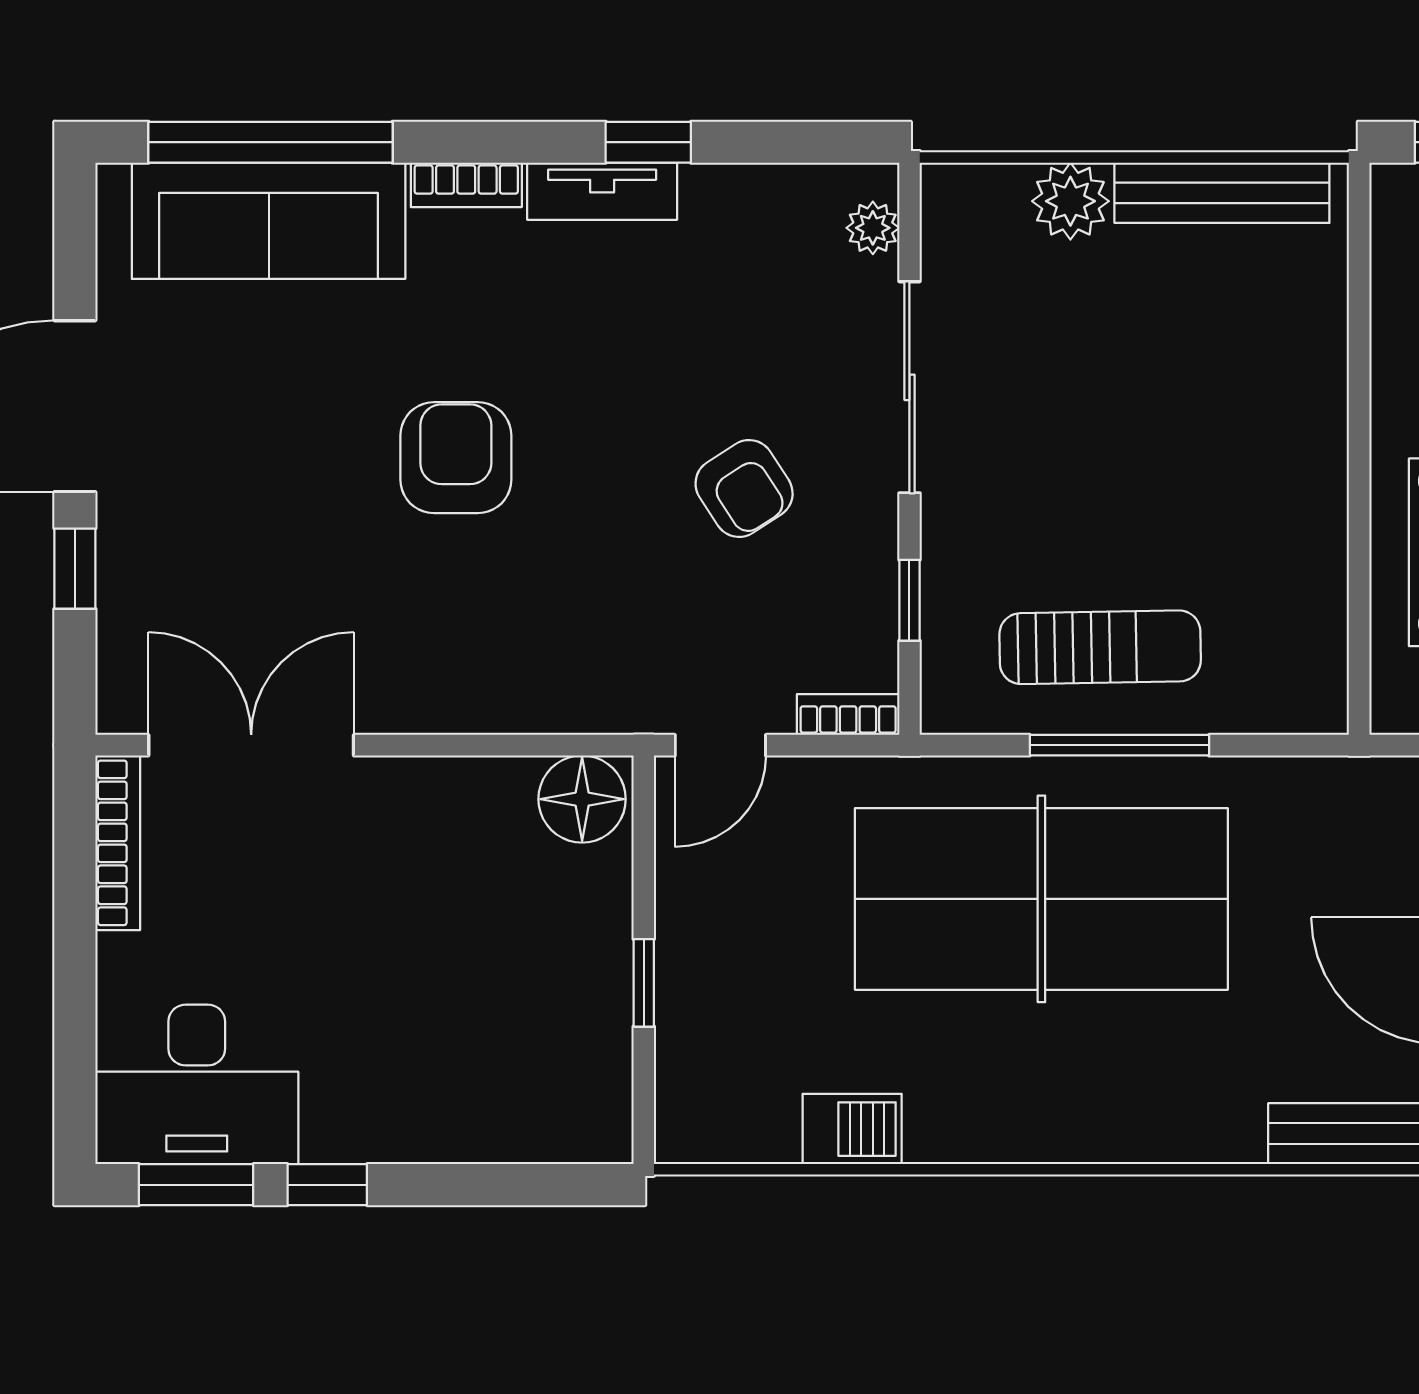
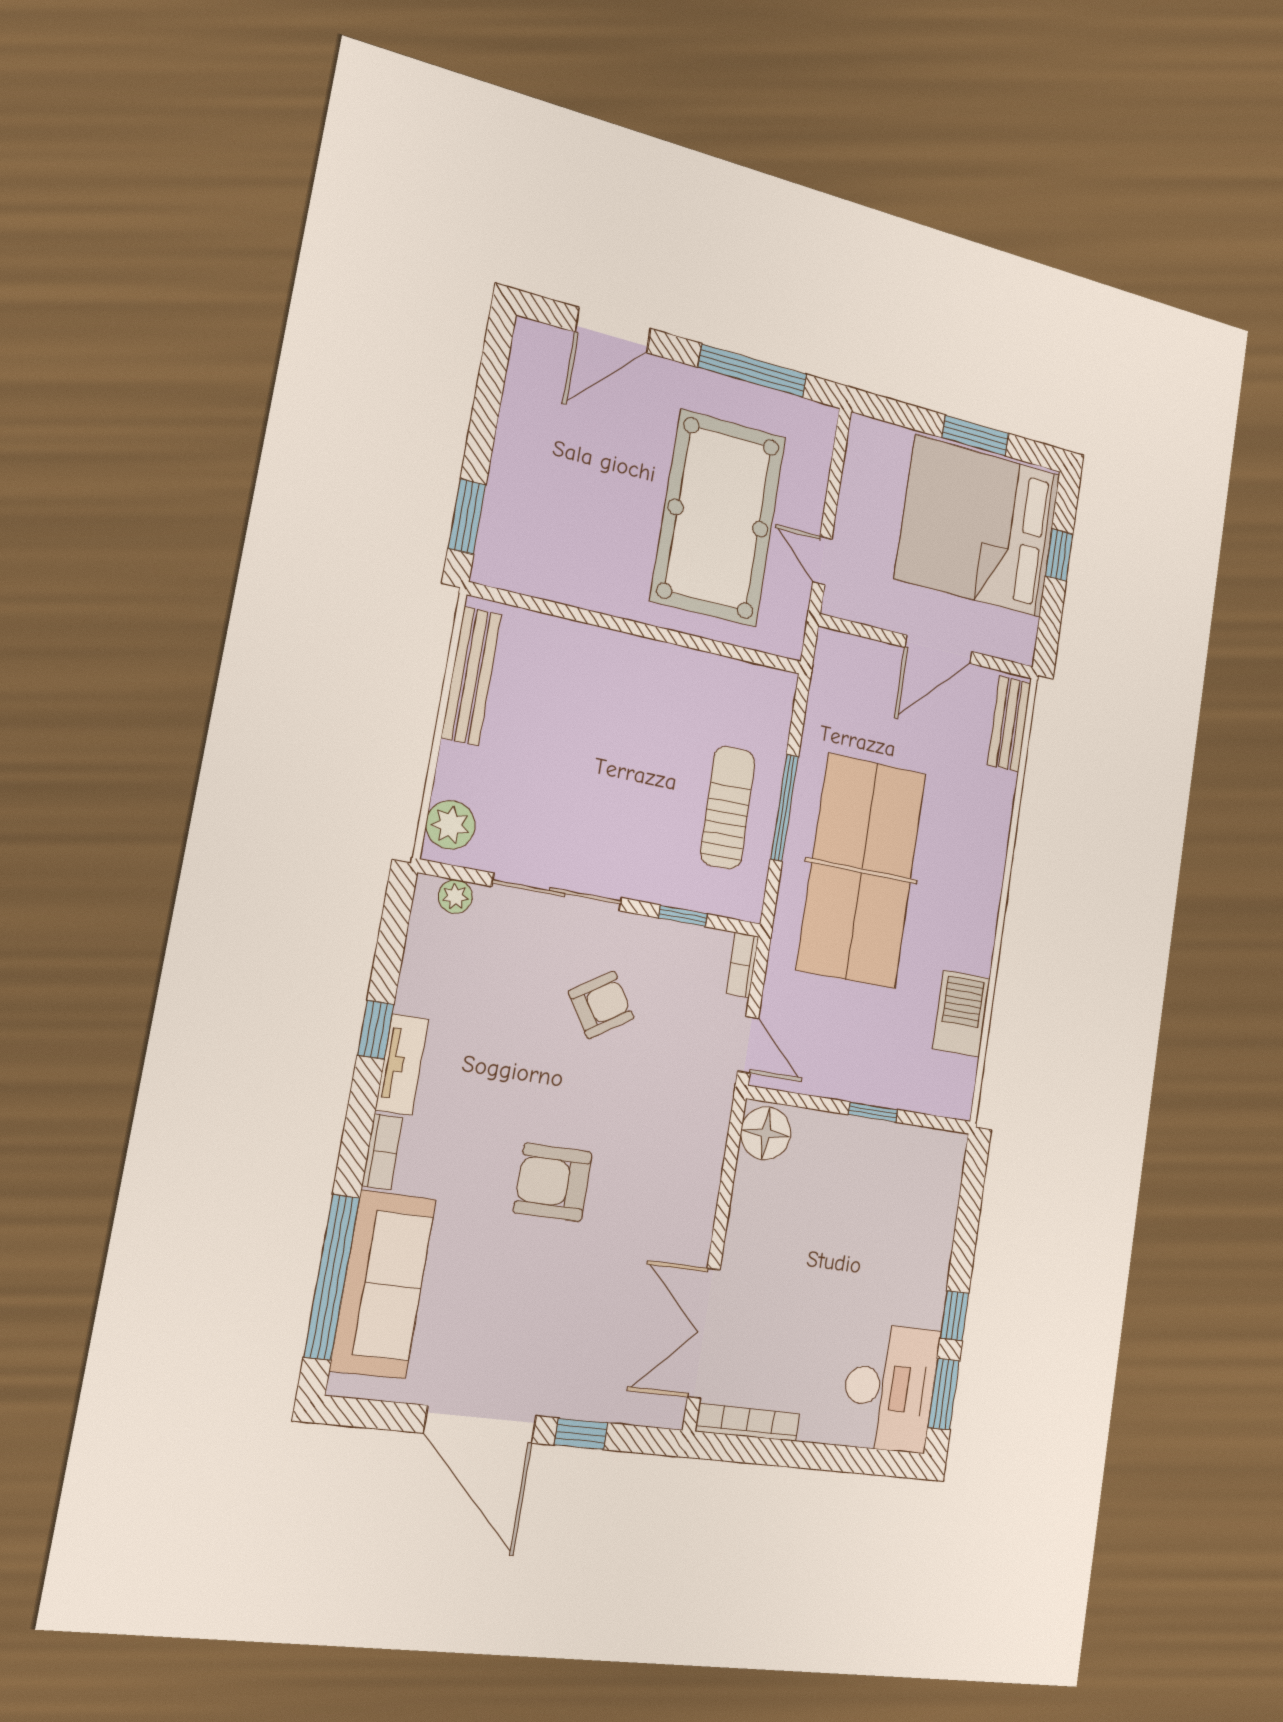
plant: (1070, 201) -> (451, 825), moved
barbecue: (852, 1129) -> (961, 1014), width x1.38, depth x1.27

